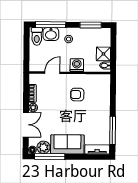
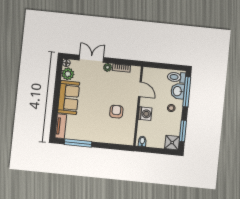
shower: (103, 54) -> (172, 143), moved
double door: (26, 125) -> (91, 59), swing flipped
window: (50, 157) -> (58, 79), removed

